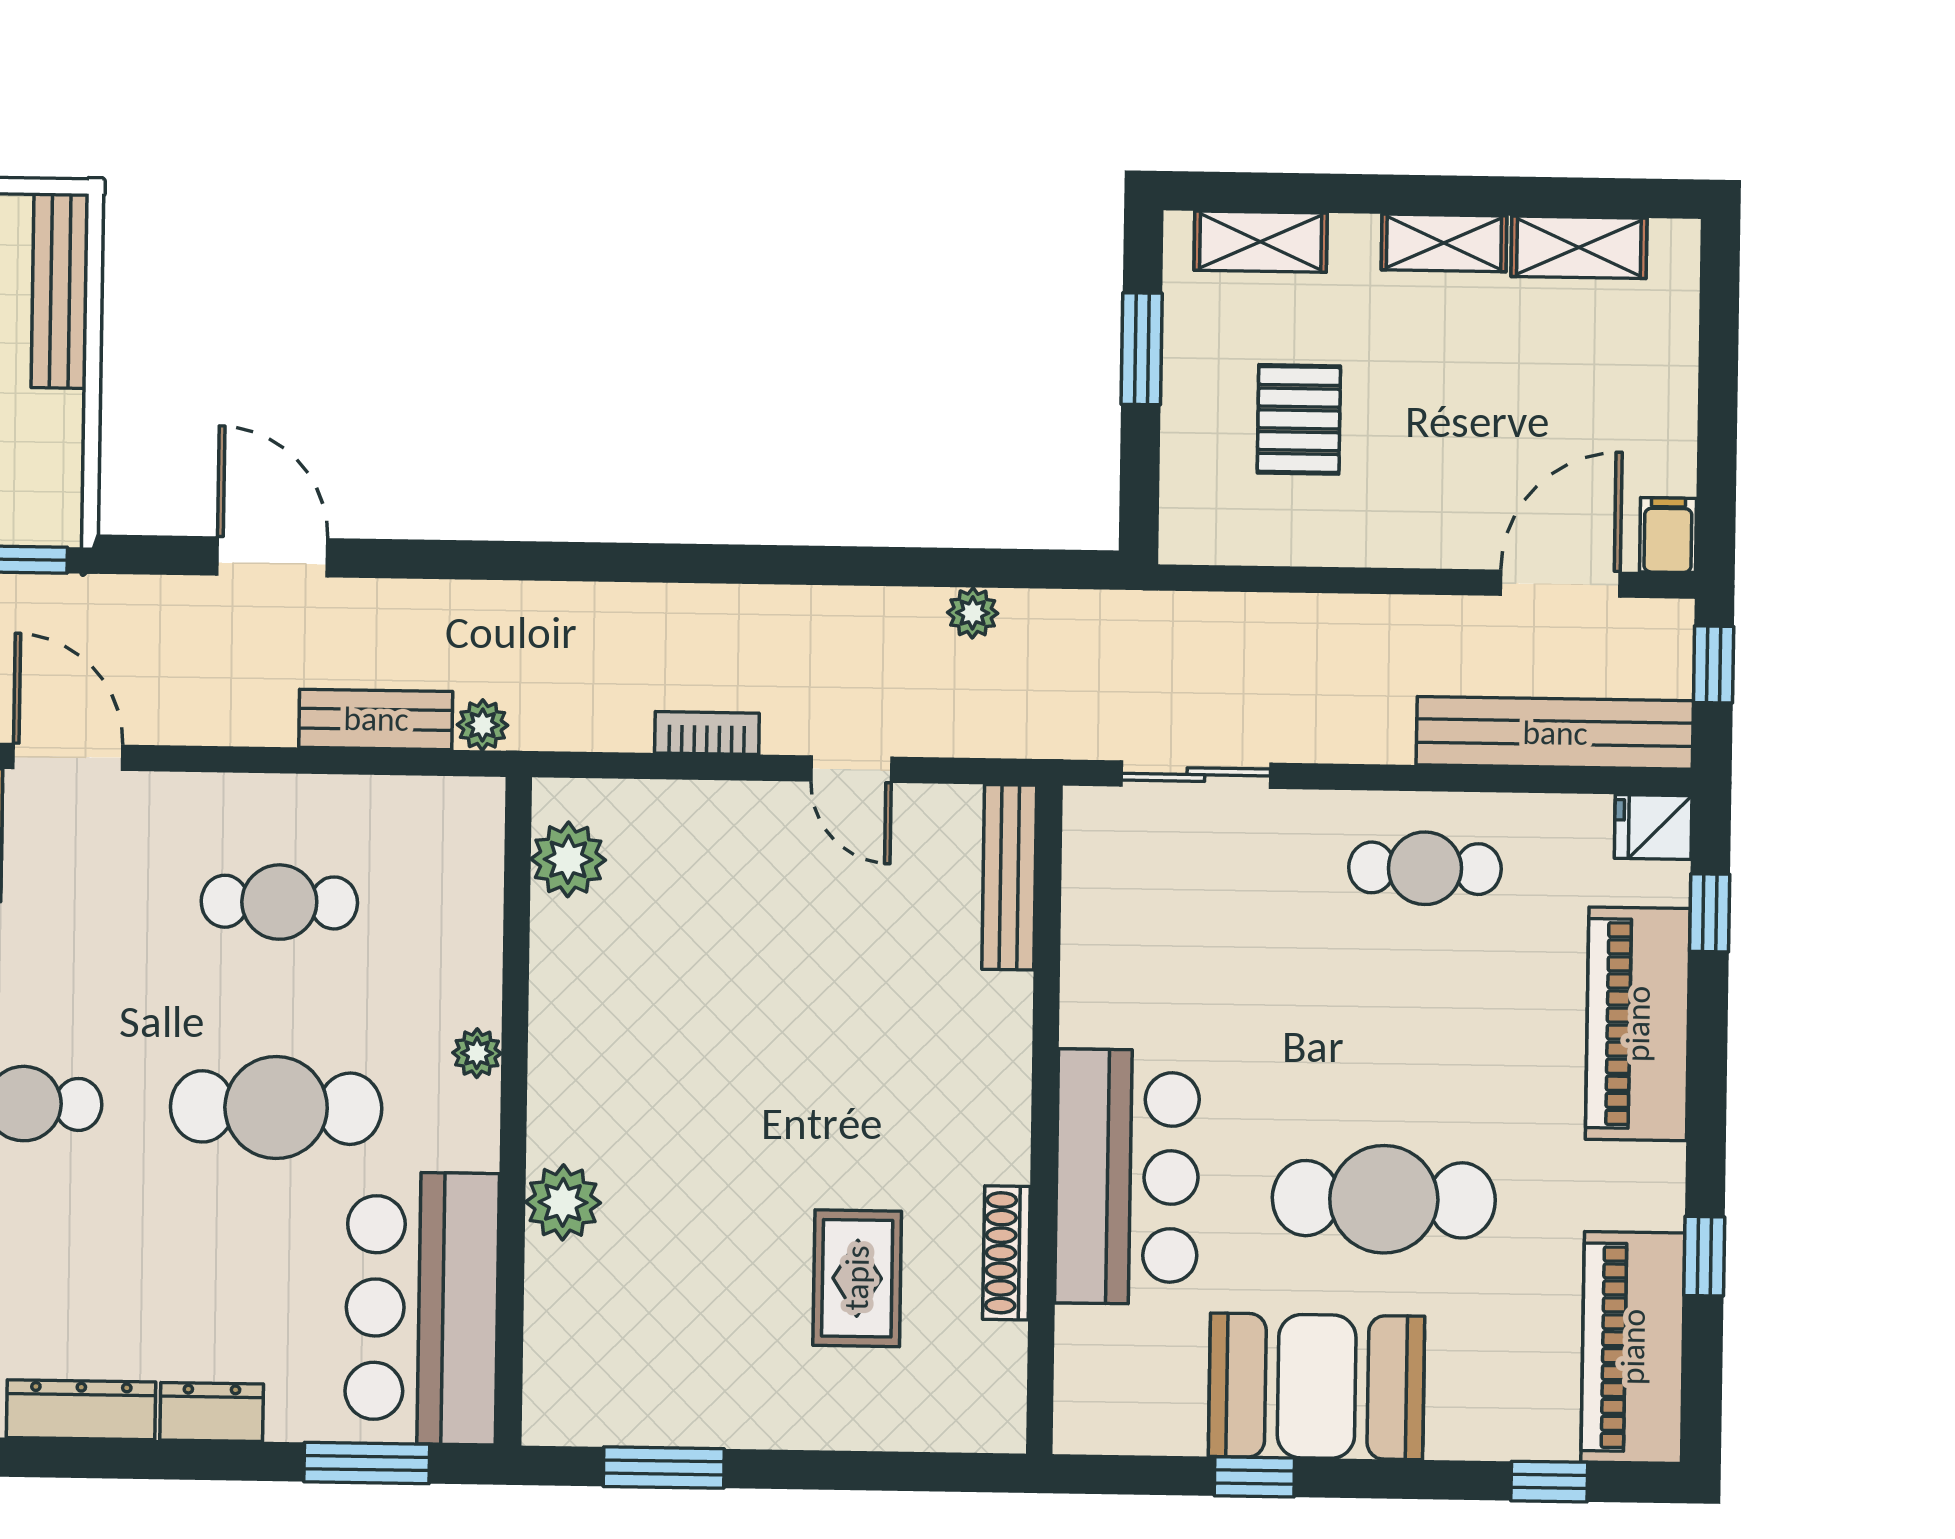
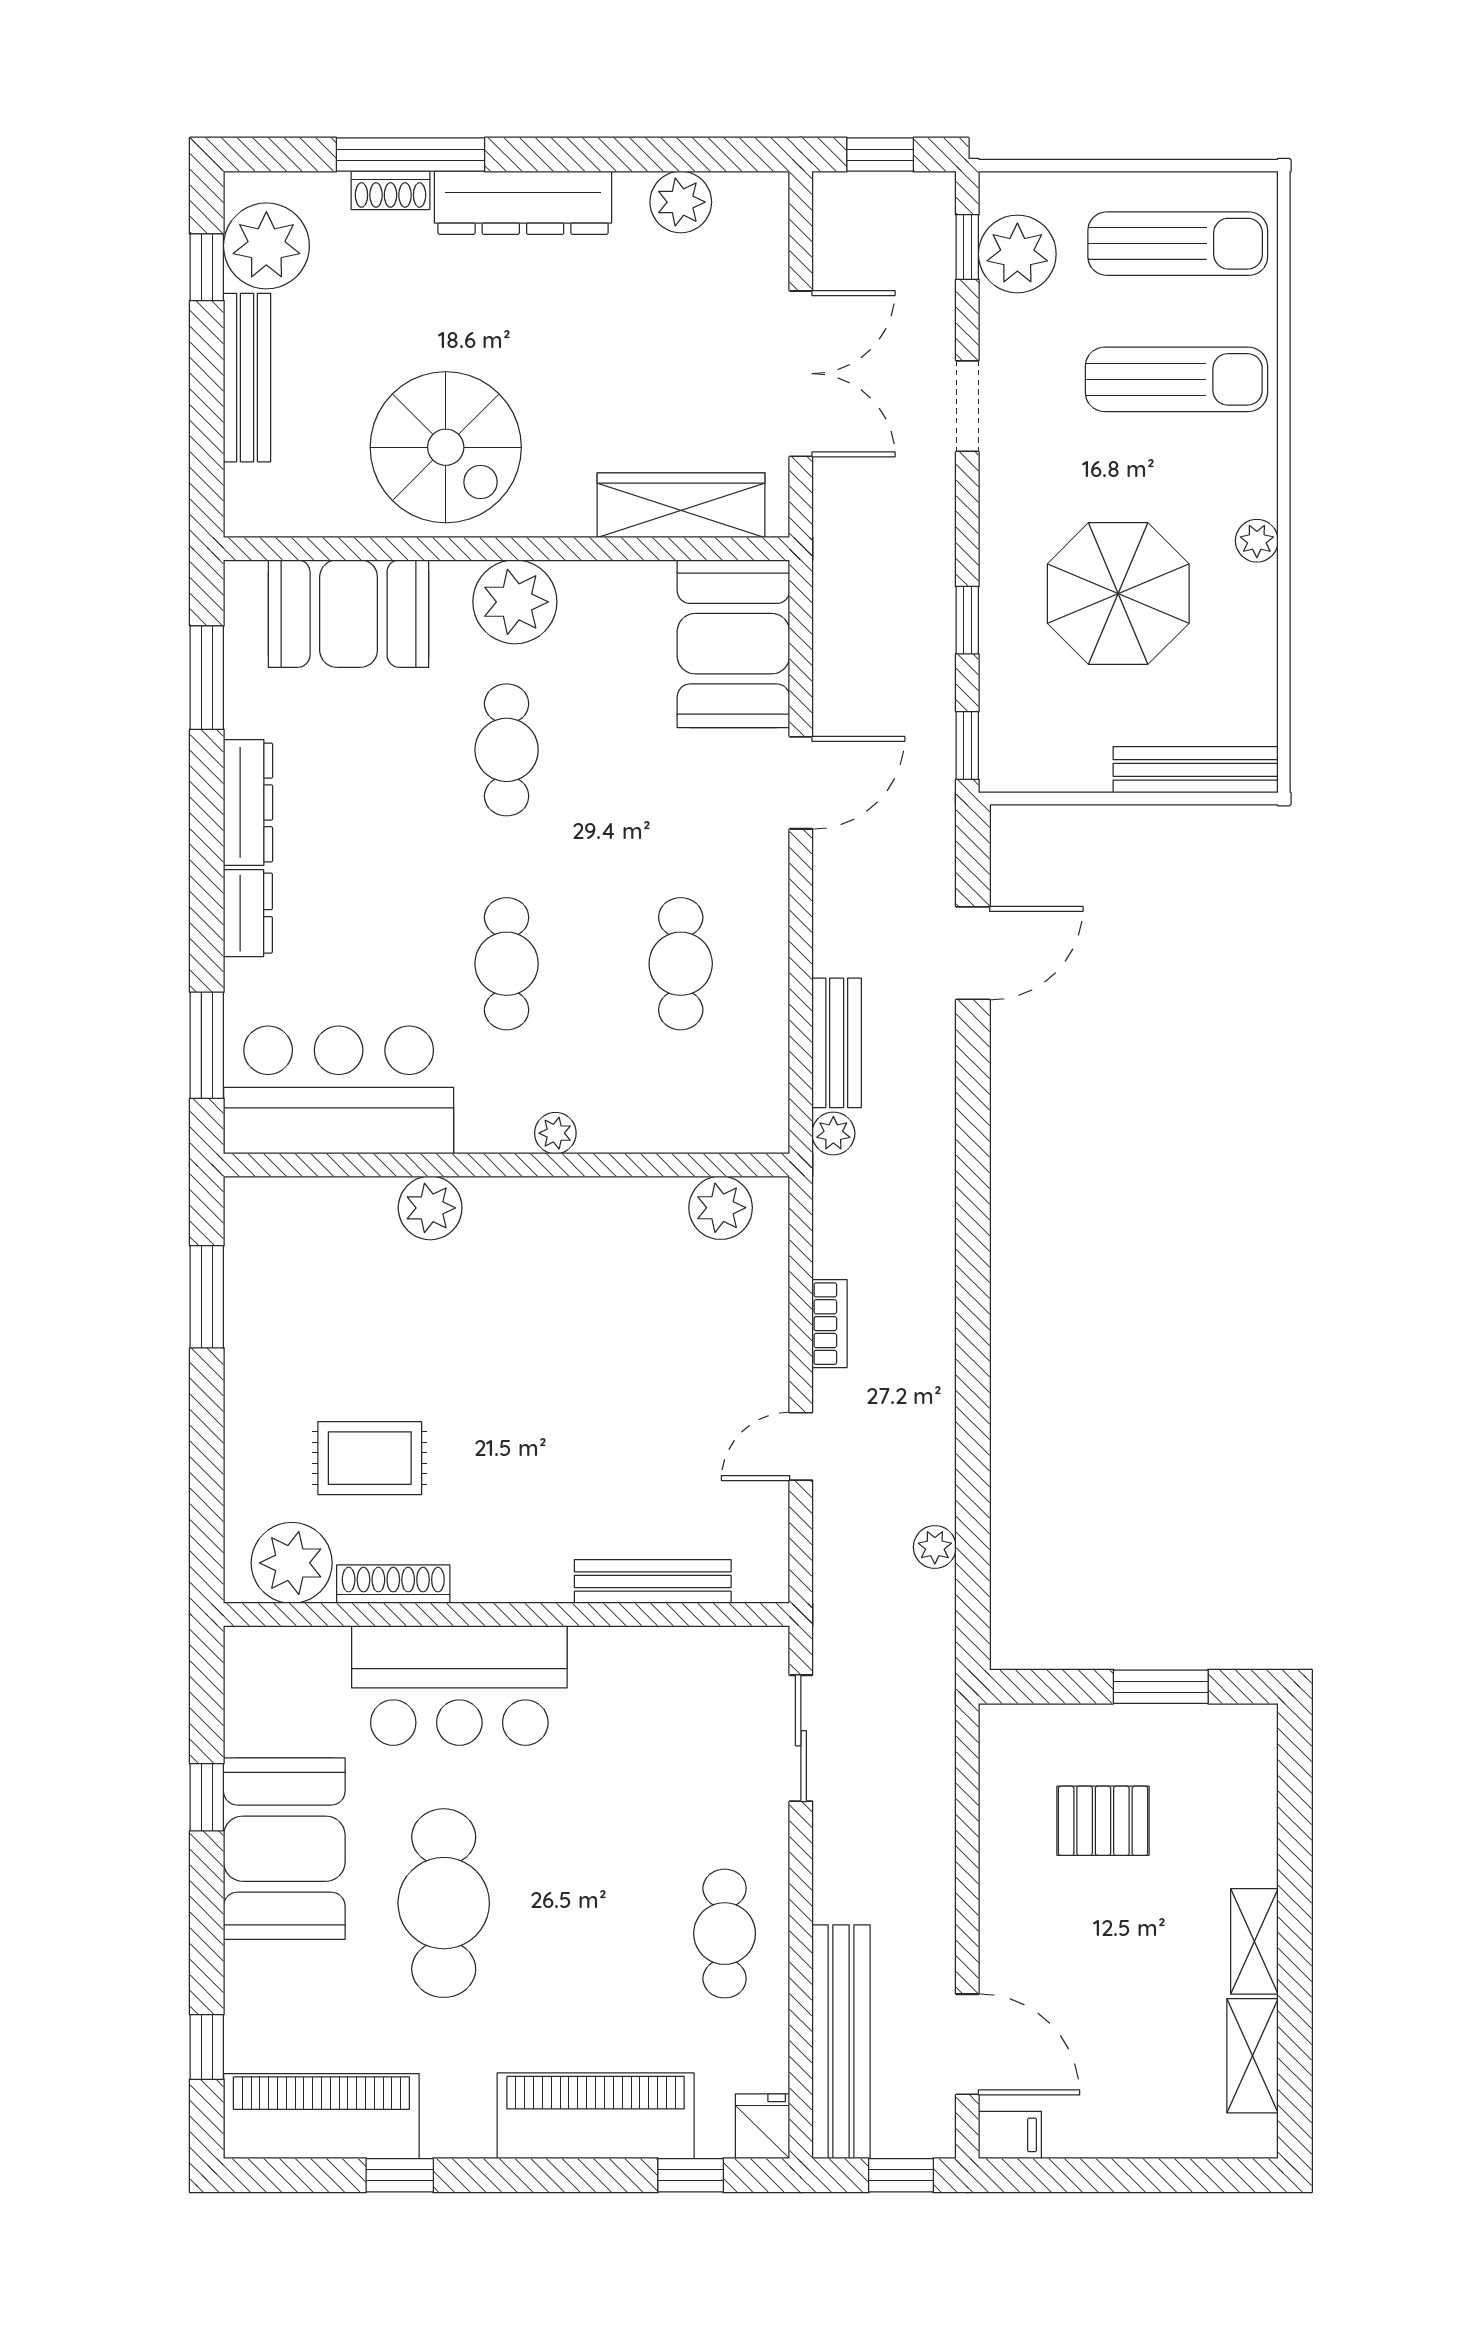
shelving: (1261, 242) -> (1253, 1786), removed
bench: (1009, 877) -> (653, 1582), moved
cafe table: (276, 1108) -> (507, 964), width x0.73, depth x0.74
plant: (980, 1372) -> (292, 1563), added

